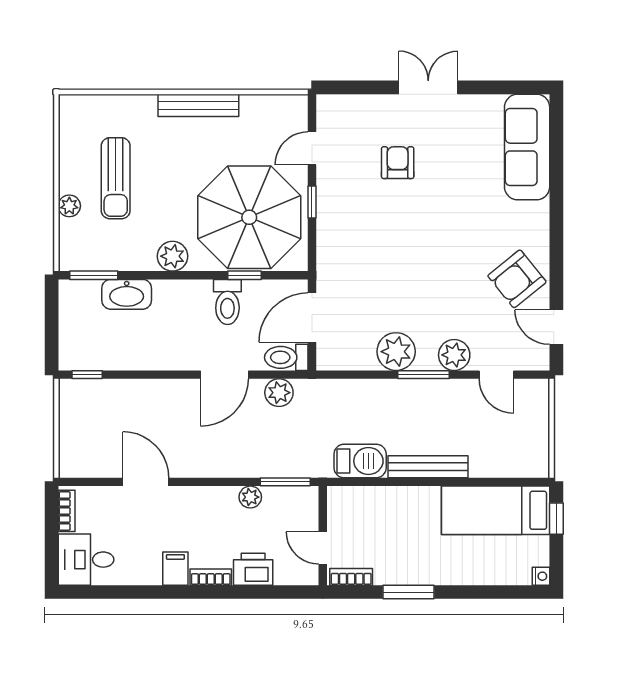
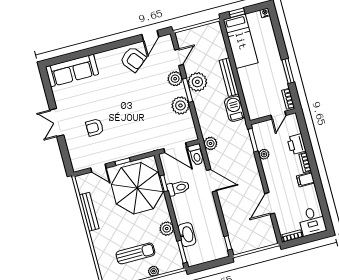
bench: (198, 105) -> (89, 212), moved
plant: (172, 256) -> (167, 229), moved
plant: (279, 393) -> (210, 143), moved
plant: (435, 399) -> (197, 82), added

